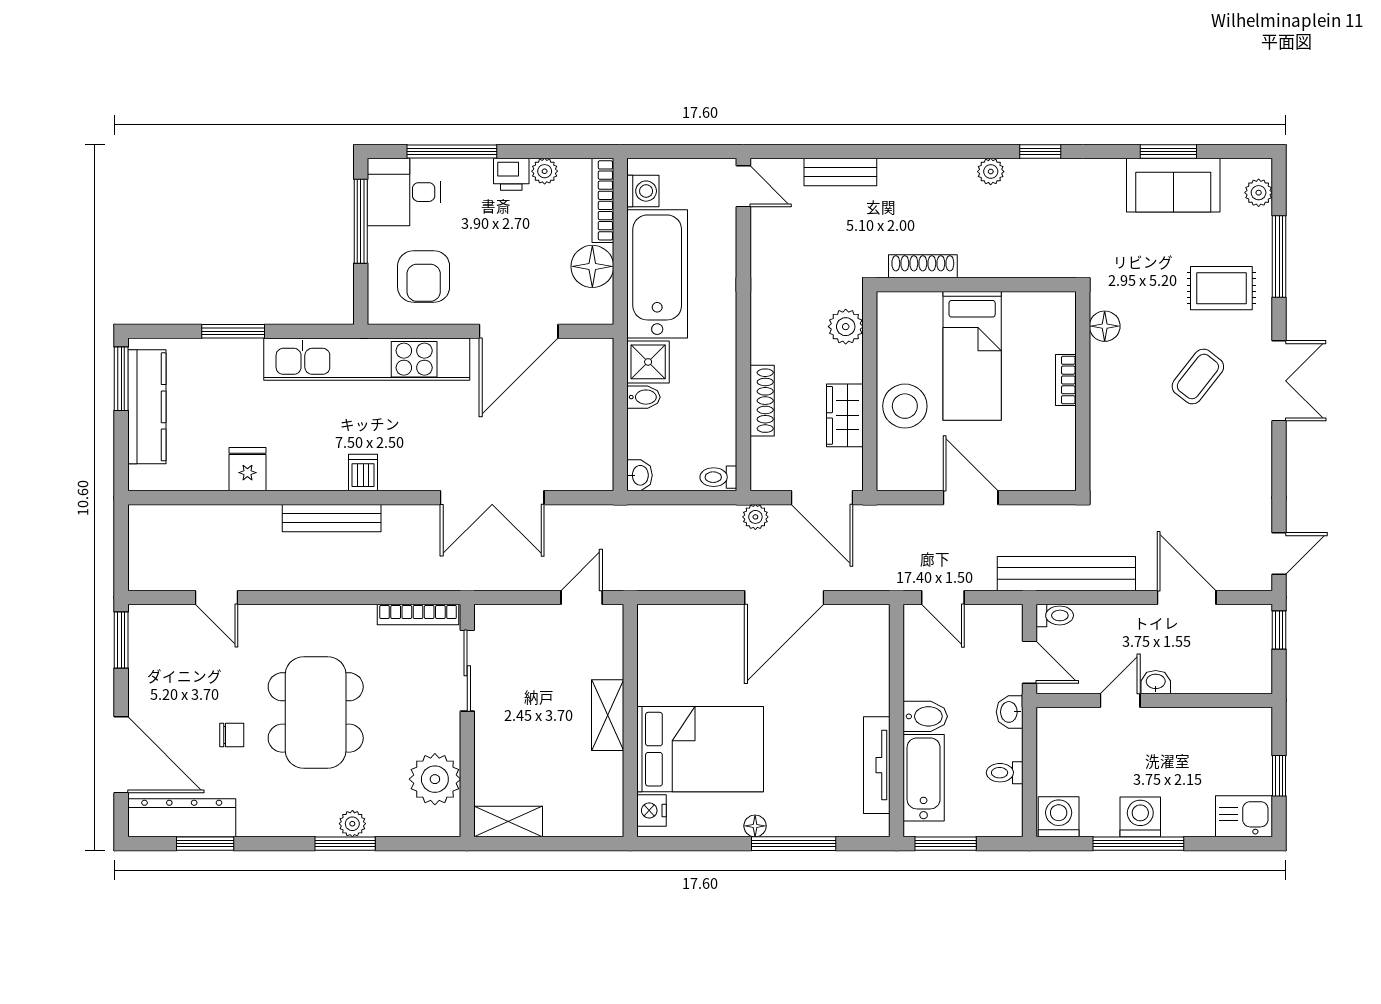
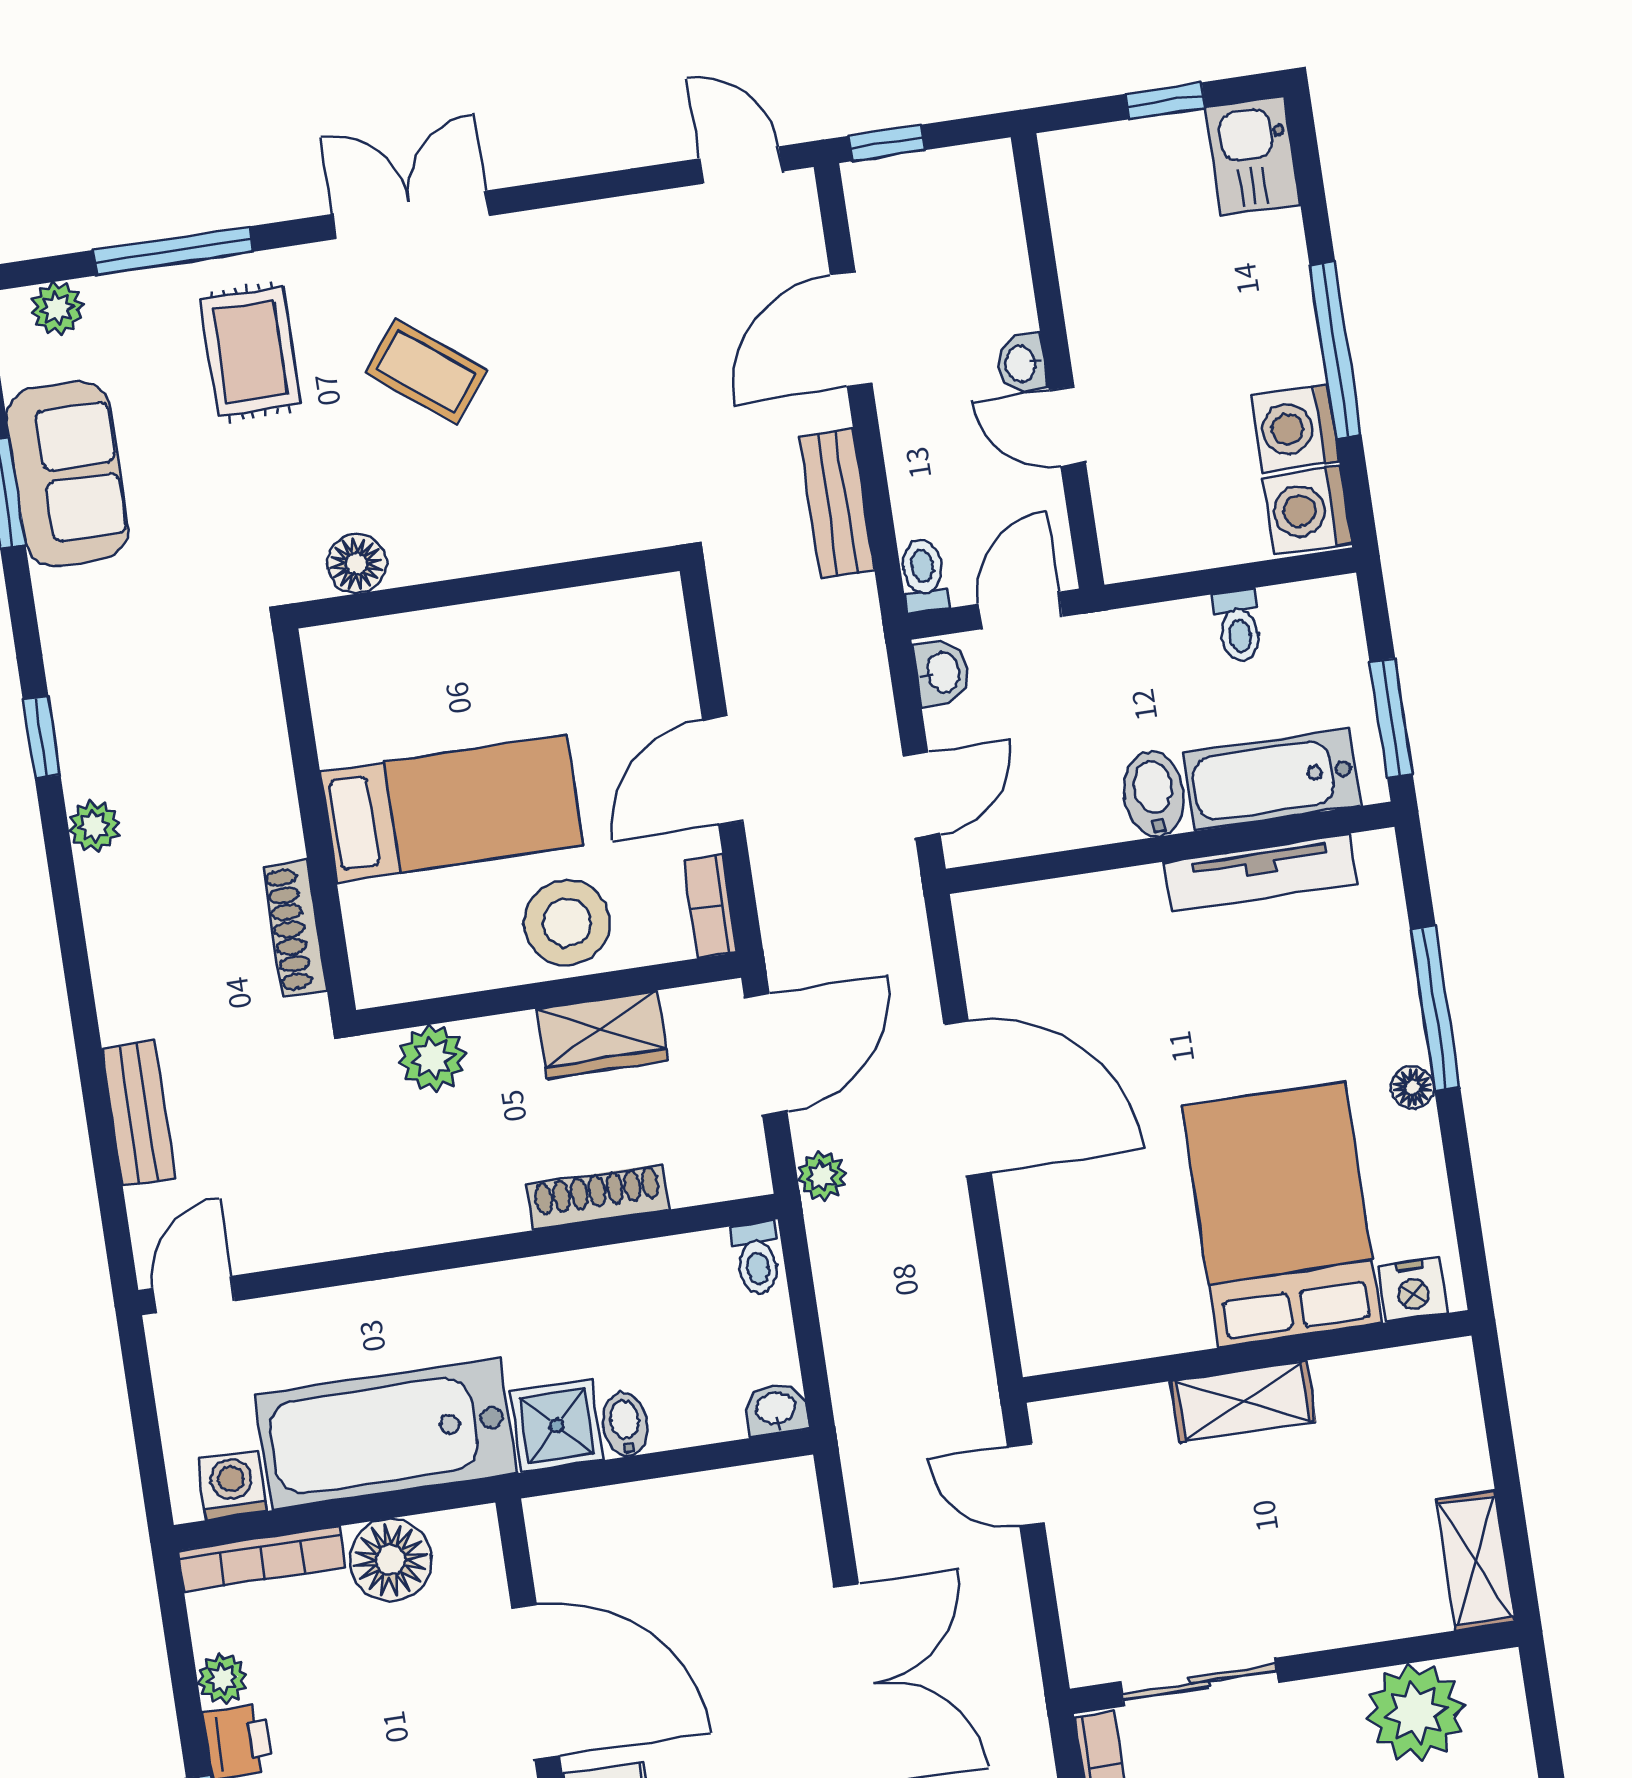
bookcase: (1066, 380) -> (710, 906), moved, turned 90
bench: (1066, 574) -> (837, 504), width x0.54, depth x0.82
washbasin: (1010, 712) -> (942, 672), moved, turned -90
washing machine: (1140, 817) -> (1295, 428), moved

